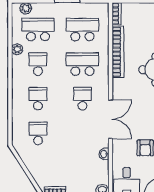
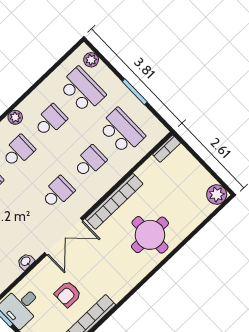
plant: (17, 49) -> (15, 117), moved
bookcase: (118, 52) -> (114, 201), moved
school desk: (82, 64) -> (90, 162), width x0.54

